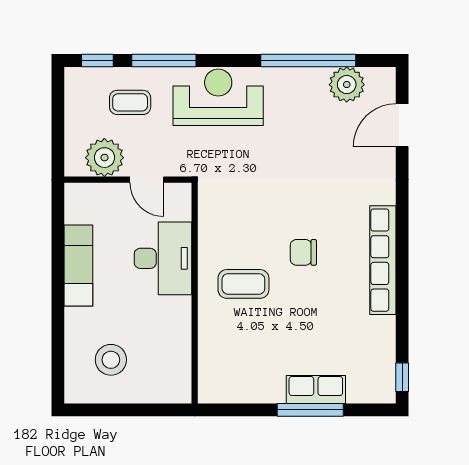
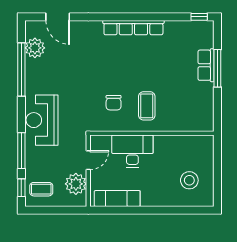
coffee table: (130, 102) -> (41, 189), moved, turned 90
chair: (303, 252) -> (114, 103), moved
exam couch: (78, 265) -> (117, 198), moved

